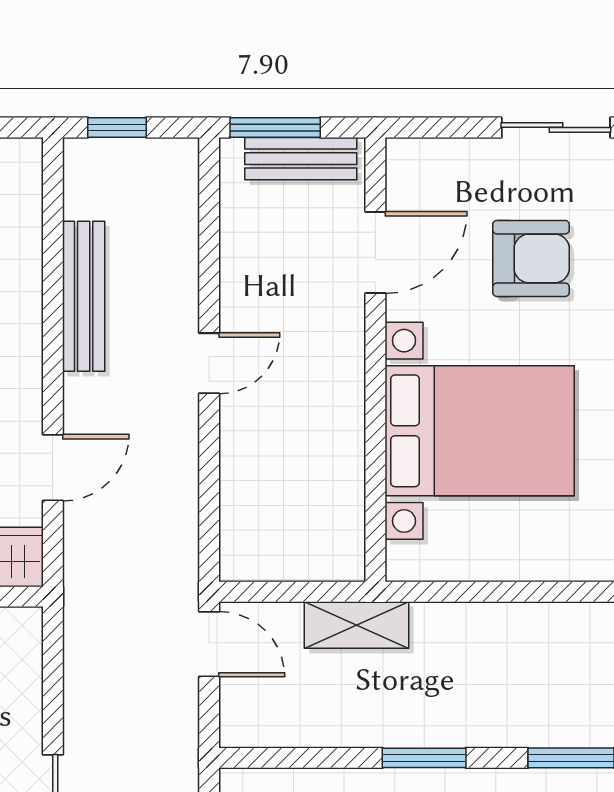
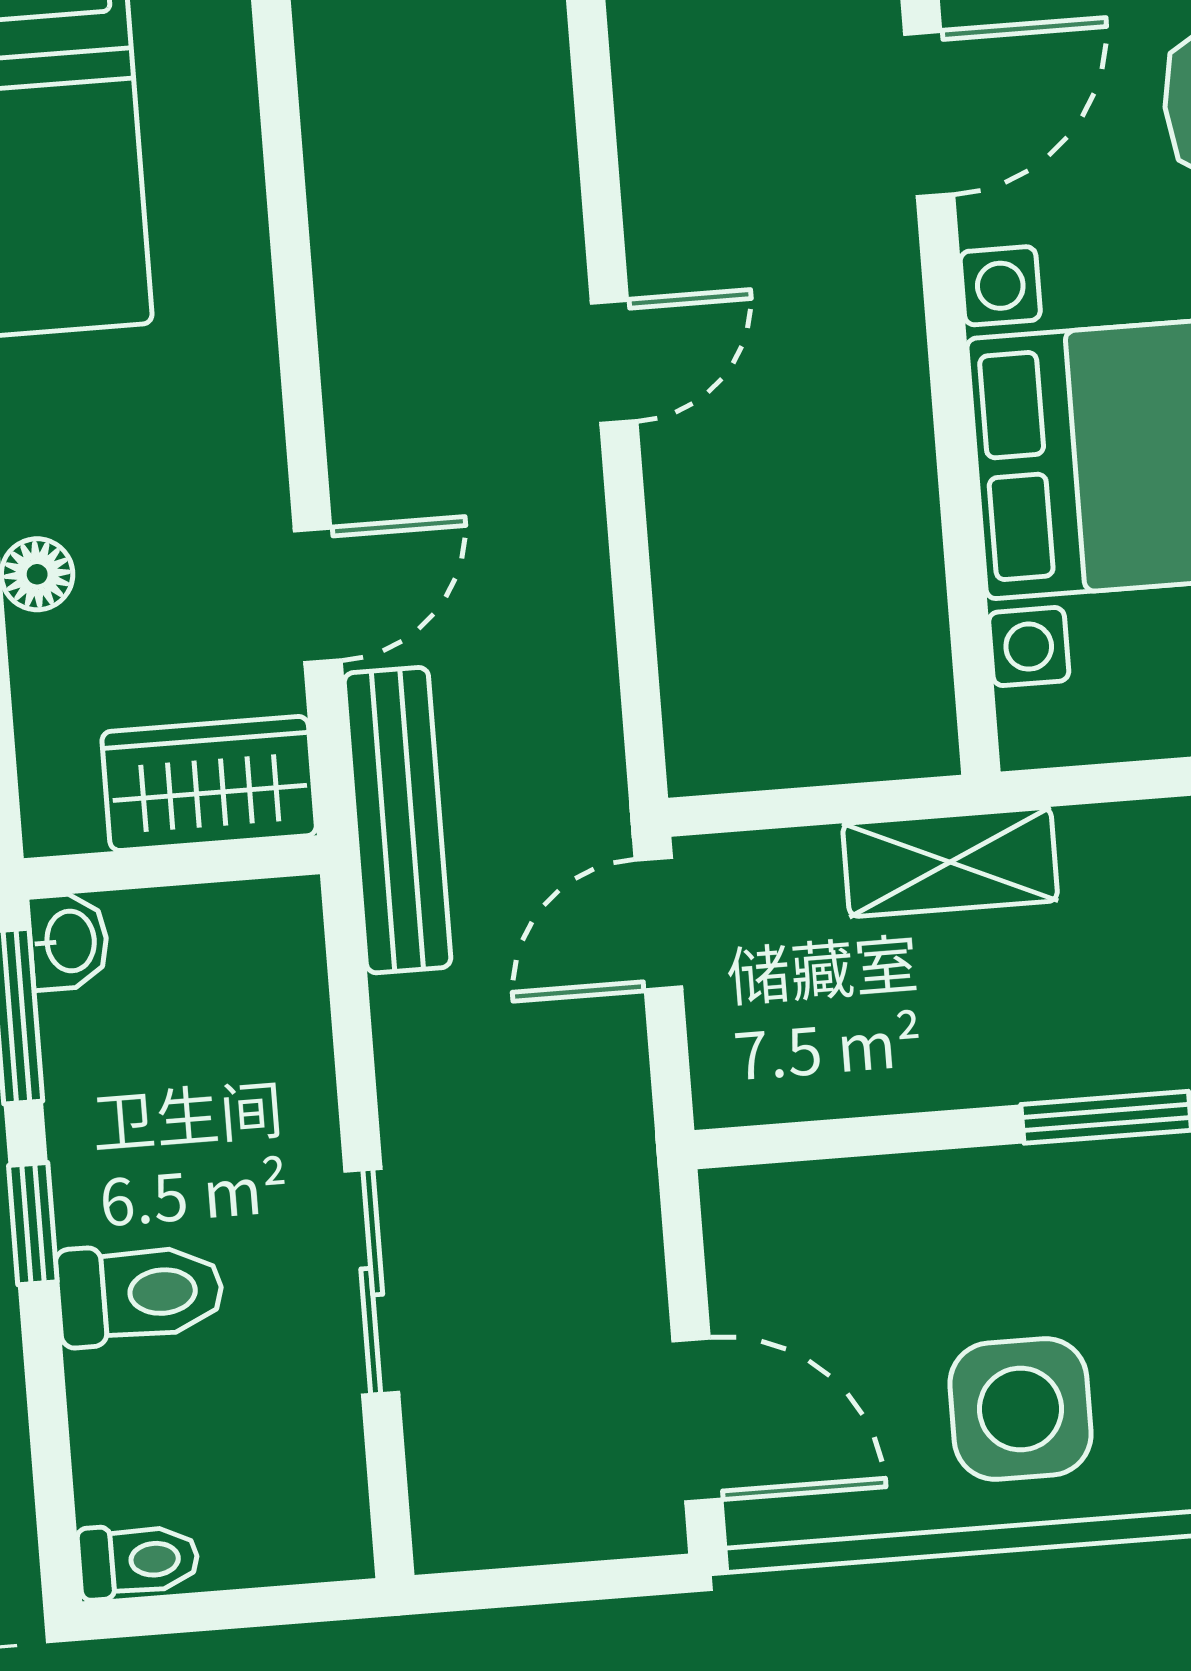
bench: (84, 296) -> (397, 820), moved
door: (209, 644) -> (658, 924), swing flipped

